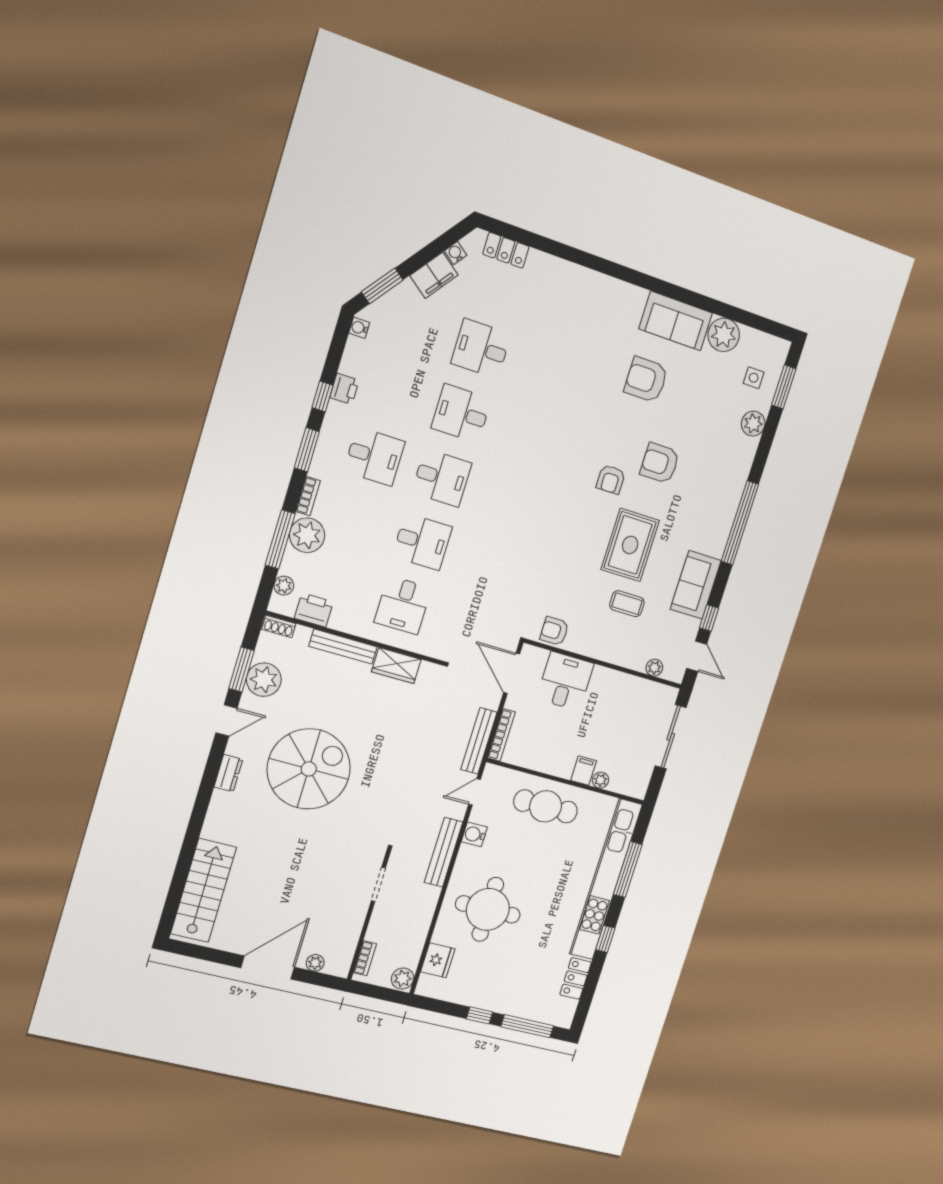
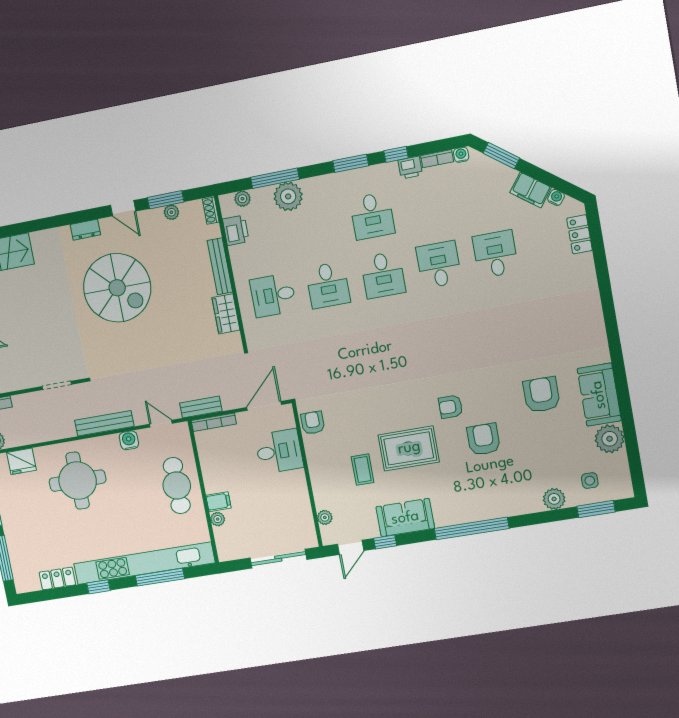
bookcase: (308, 496) -> (437, 159), moved
plant: (264, 680) -> (171, 212), width x0.53, depth x0.53
bench: (479, 741) -> (201, 407), width x0.73

